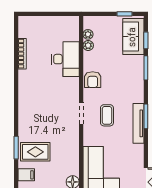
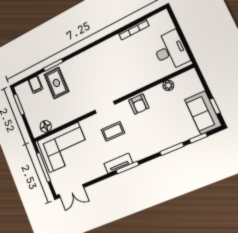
plant: (88, 34) -> (179, 80), removed
sofa: (133, 37) -> (203, 113), moved, turned -90
desk: (65, 59) -> (170, 51), moved, turned -90
armchair: (93, 80) -> (139, 104), turned -90
tv unit: (138, 123) -> (118, 163), width x0.71

